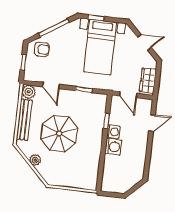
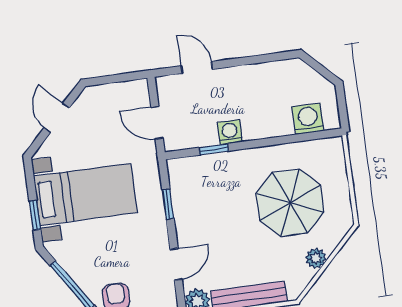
wardrobe: (148, 81) -> (123, 94), removed
door: (128, 95) -> (157, 123), swing flipped
parasol: (59, 133) -> (290, 203), moved
washing machine: (113, 147) -> (308, 119), moved

